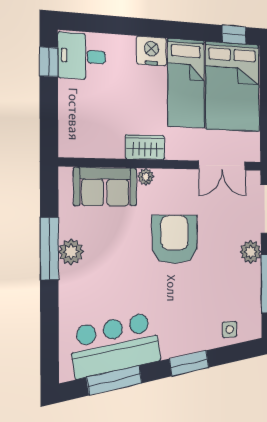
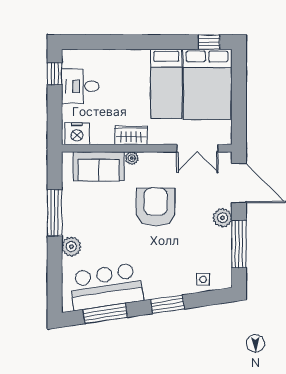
nightstand: (151, 51) -> (77, 134), moved, turned 180
desk: (82, 56) -> (80, 86), moved
plant: (71, 252) -> (71, 247), moved

